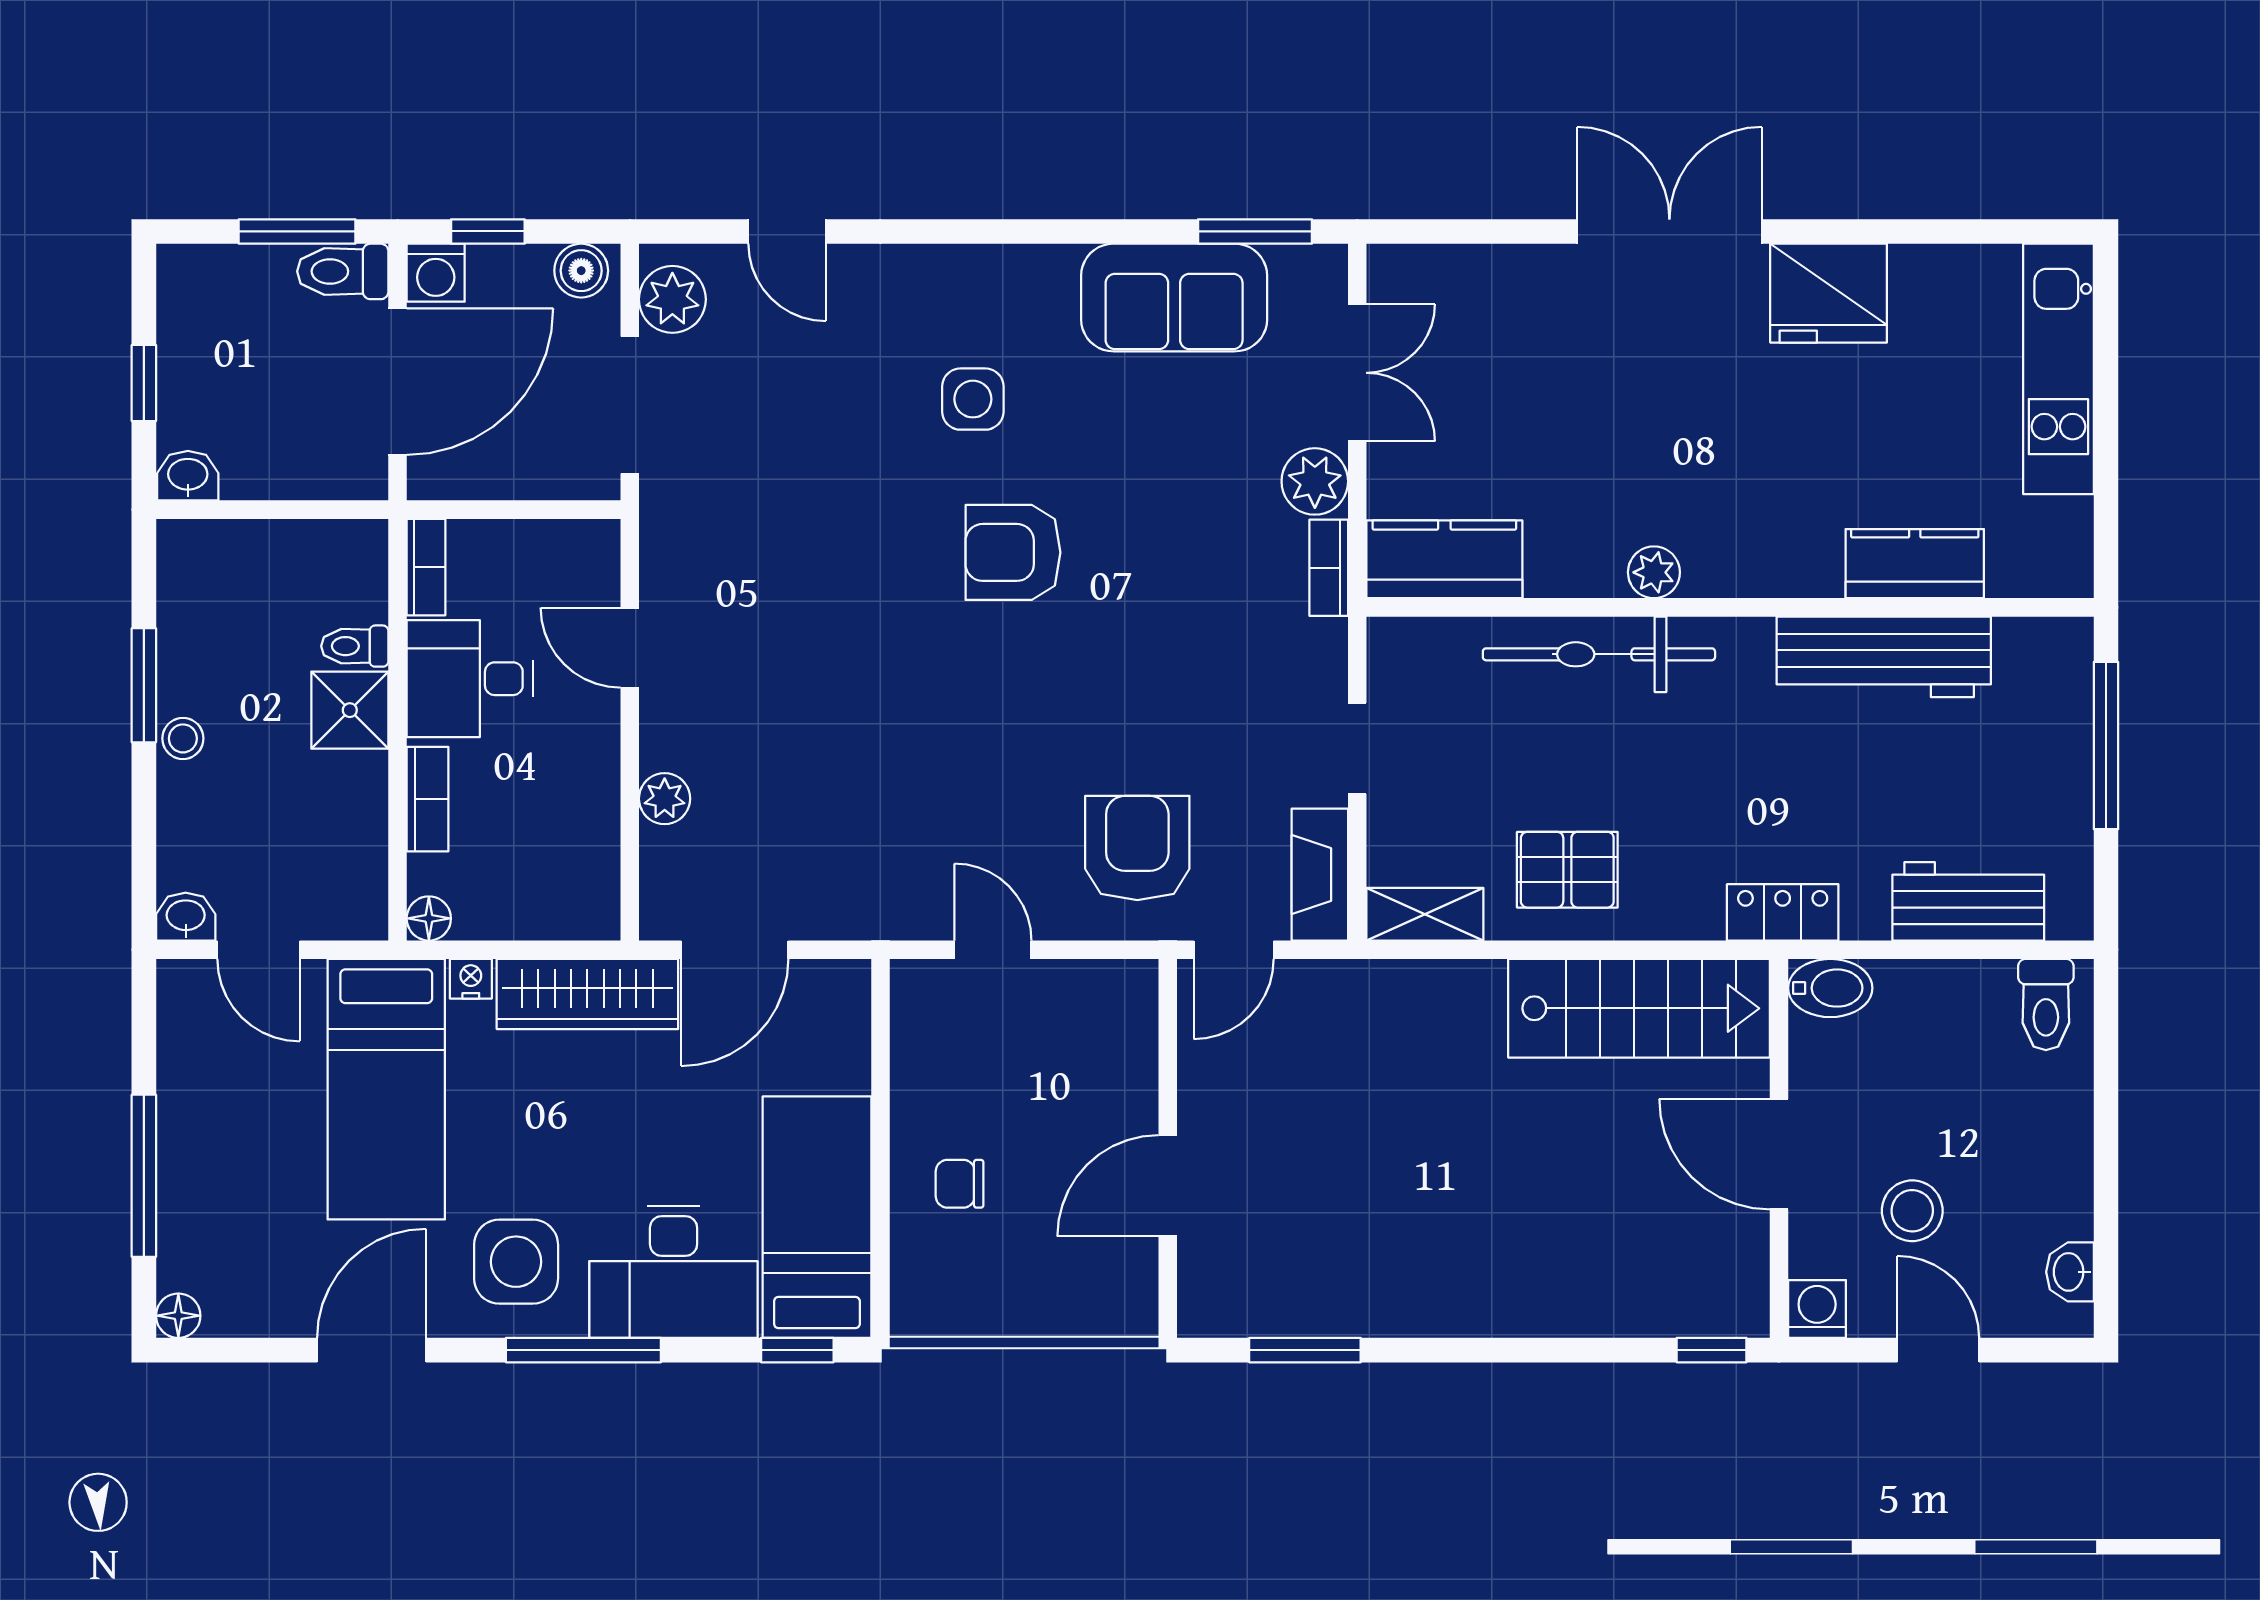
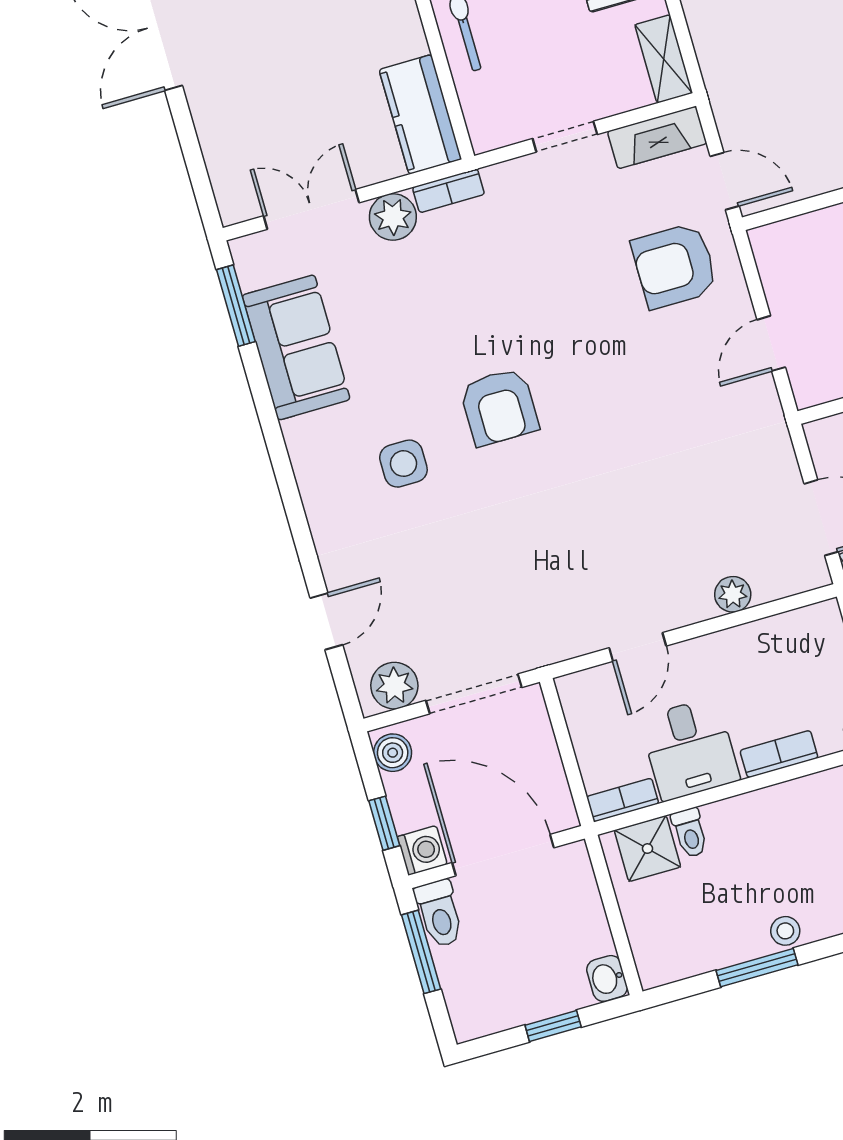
shower: (350, 710) -> (648, 849), moved

